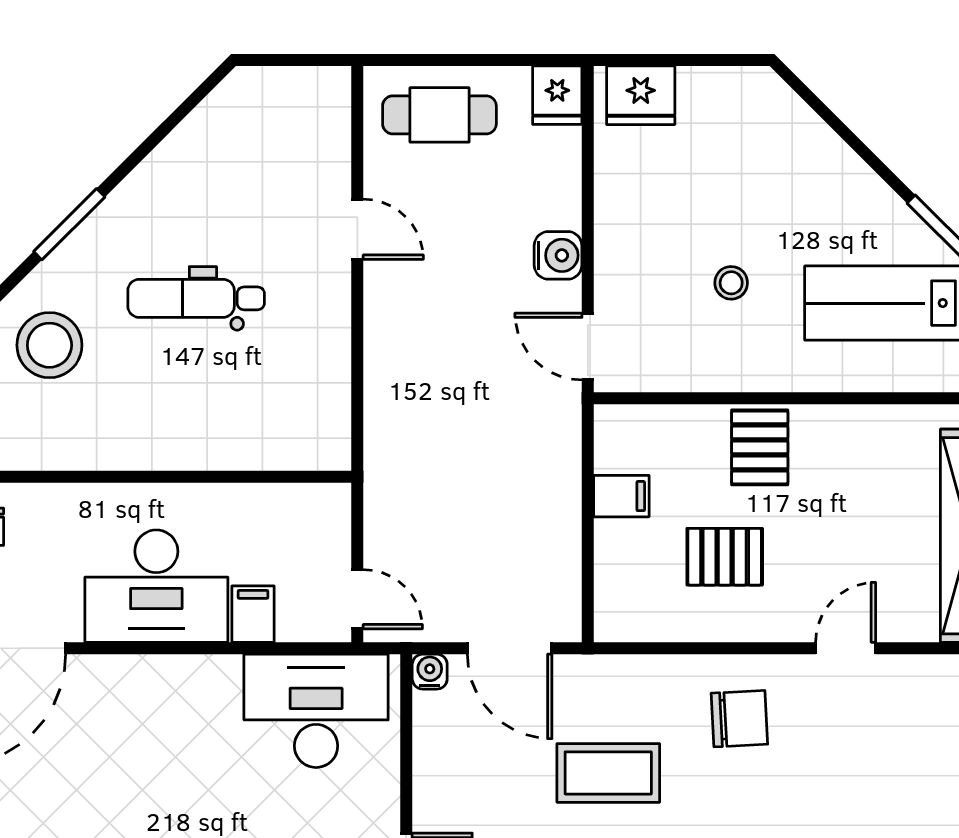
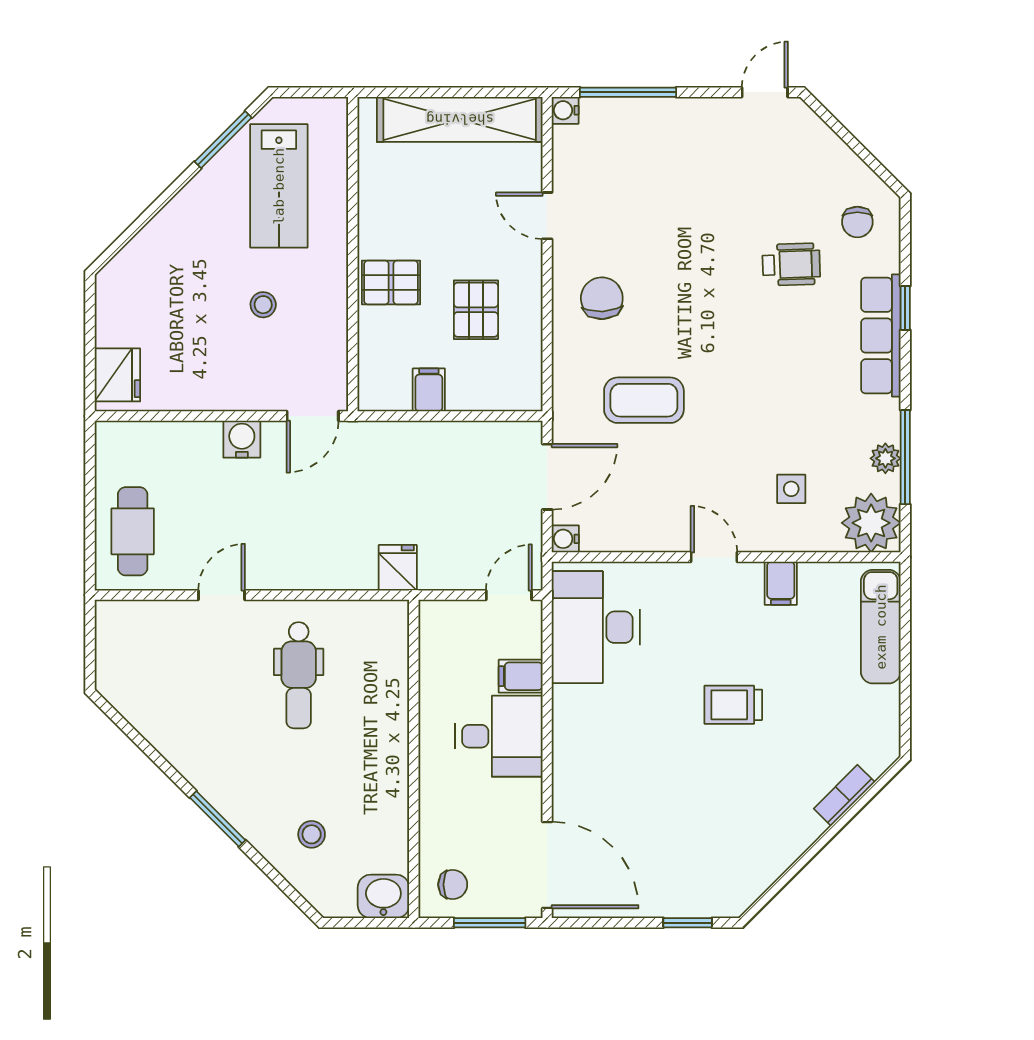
fridge: (557, 95) -> (398, 568), moved, turned -90
dental chair: (196, 298) -> (299, 675), moved
stool: (49, 345) -> (312, 834), width x0.53, depth x0.53
desk: (156, 586) -> (499, 736), width x0.73
coffee table: (608, 773) -> (644, 400), turned 90

